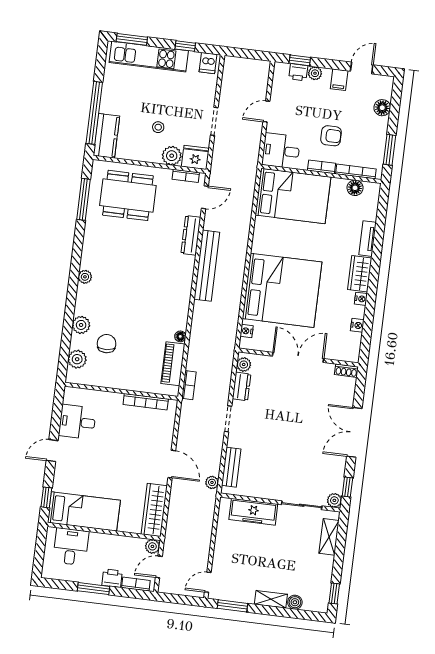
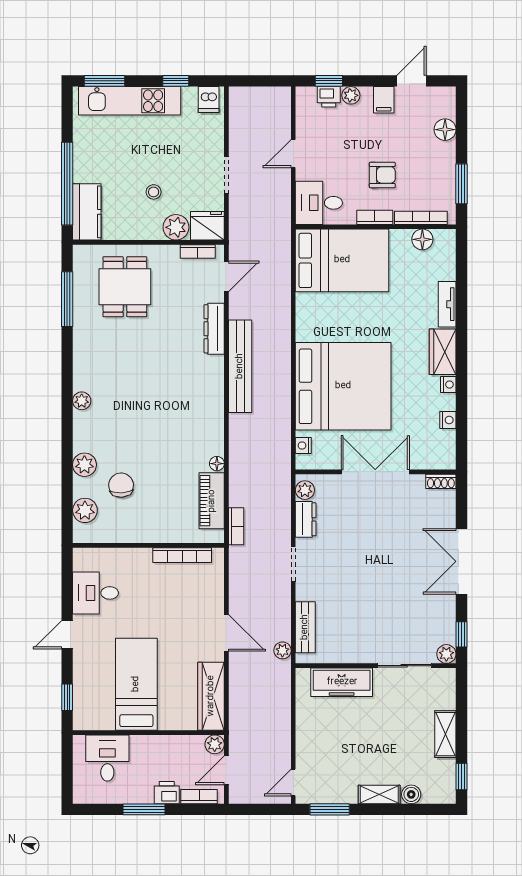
dining table: (128, 195) -> (125, 287), width x0.73
bed: (84, 511) -> (136, 684), moved, turned -90
shelving: (329, 537) -> (445, 734), moved

